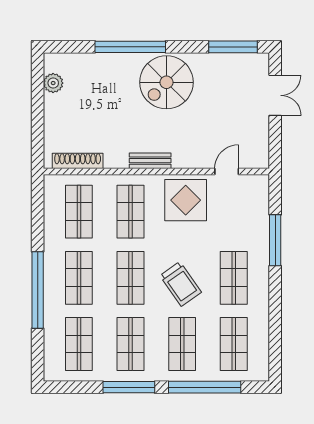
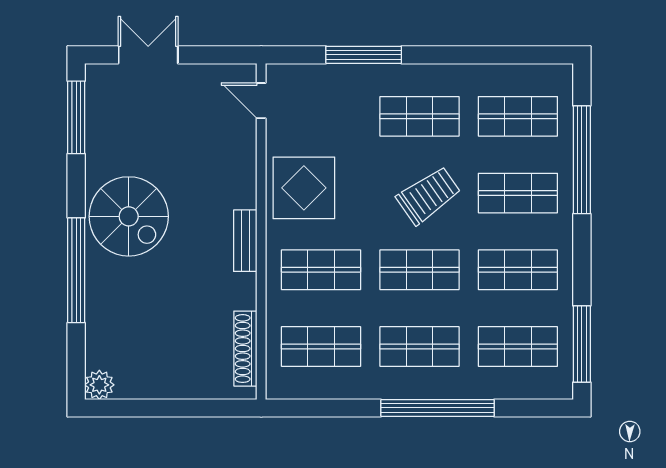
plant: (53, 83) -> (99, 385), moved
door: (227, 171) -> (261, 101), moved
window: (129, 387) -> (582, 344), moved

